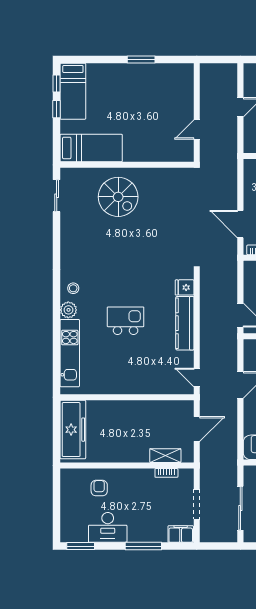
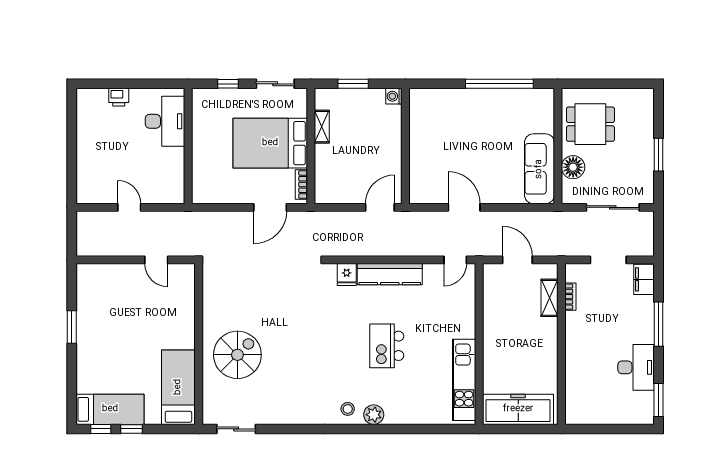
kitchen unit: (70, 353) -> (464, 380), moved, turned -90
armchair: (99, 488) -> (589, 378), removed

